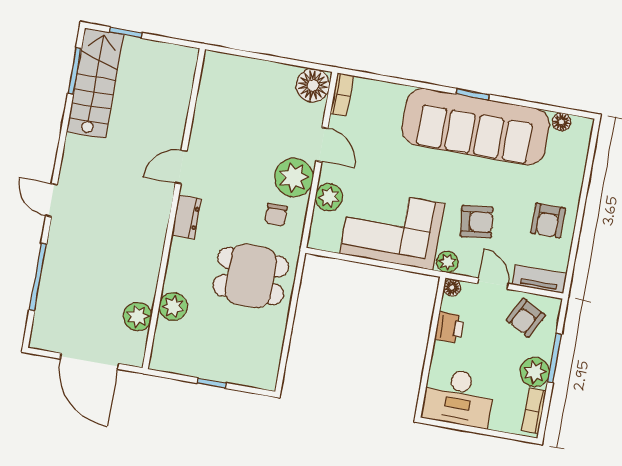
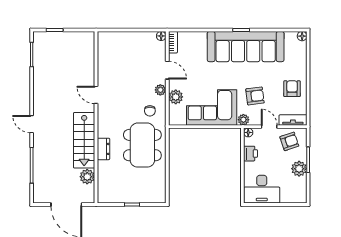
stairs: (95, 83) -> (84, 140), moved, turned 180
floor lamp: (313, 85) -> (161, 36), width x0.53, depth x0.53
floor lamp: (561, 122) -> (302, 36), moved
door: (181, 167) -> (96, 95), hinge flipped
plant: (294, 177) -> (160, 90), width x0.53, depth x0.53
dresser: (187, 217) -> (103, 149), moved
armchair: (548, 221) -> (292, 89), turned 180
dining table: (251, 276) -> (142, 145), width x1.38
plant: (173, 307) -> (105, 168), removed
armchair: (526, 318) -> (289, 141), turned -137
bookcase: (534, 411) -> (302, 189), removed

